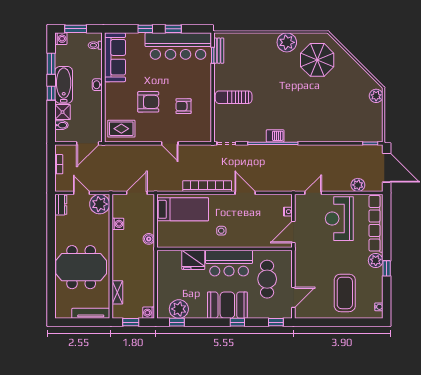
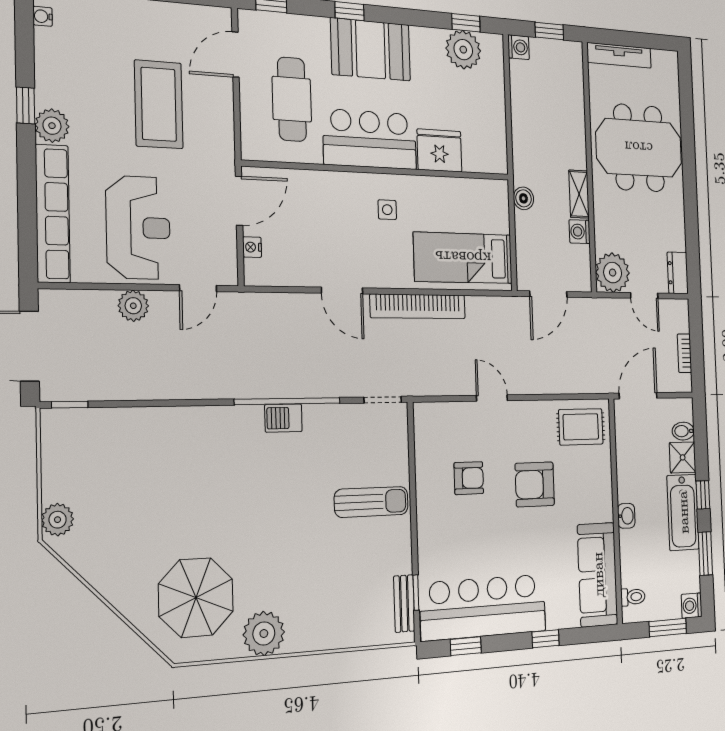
window: (173, 29) -> (466, 646), moved
plant: (358, 185) -> (133, 306), moved
shelving: (117, 292) -> (579, 194), moved
coffee table: (345, 293) -> (159, 104), moved

